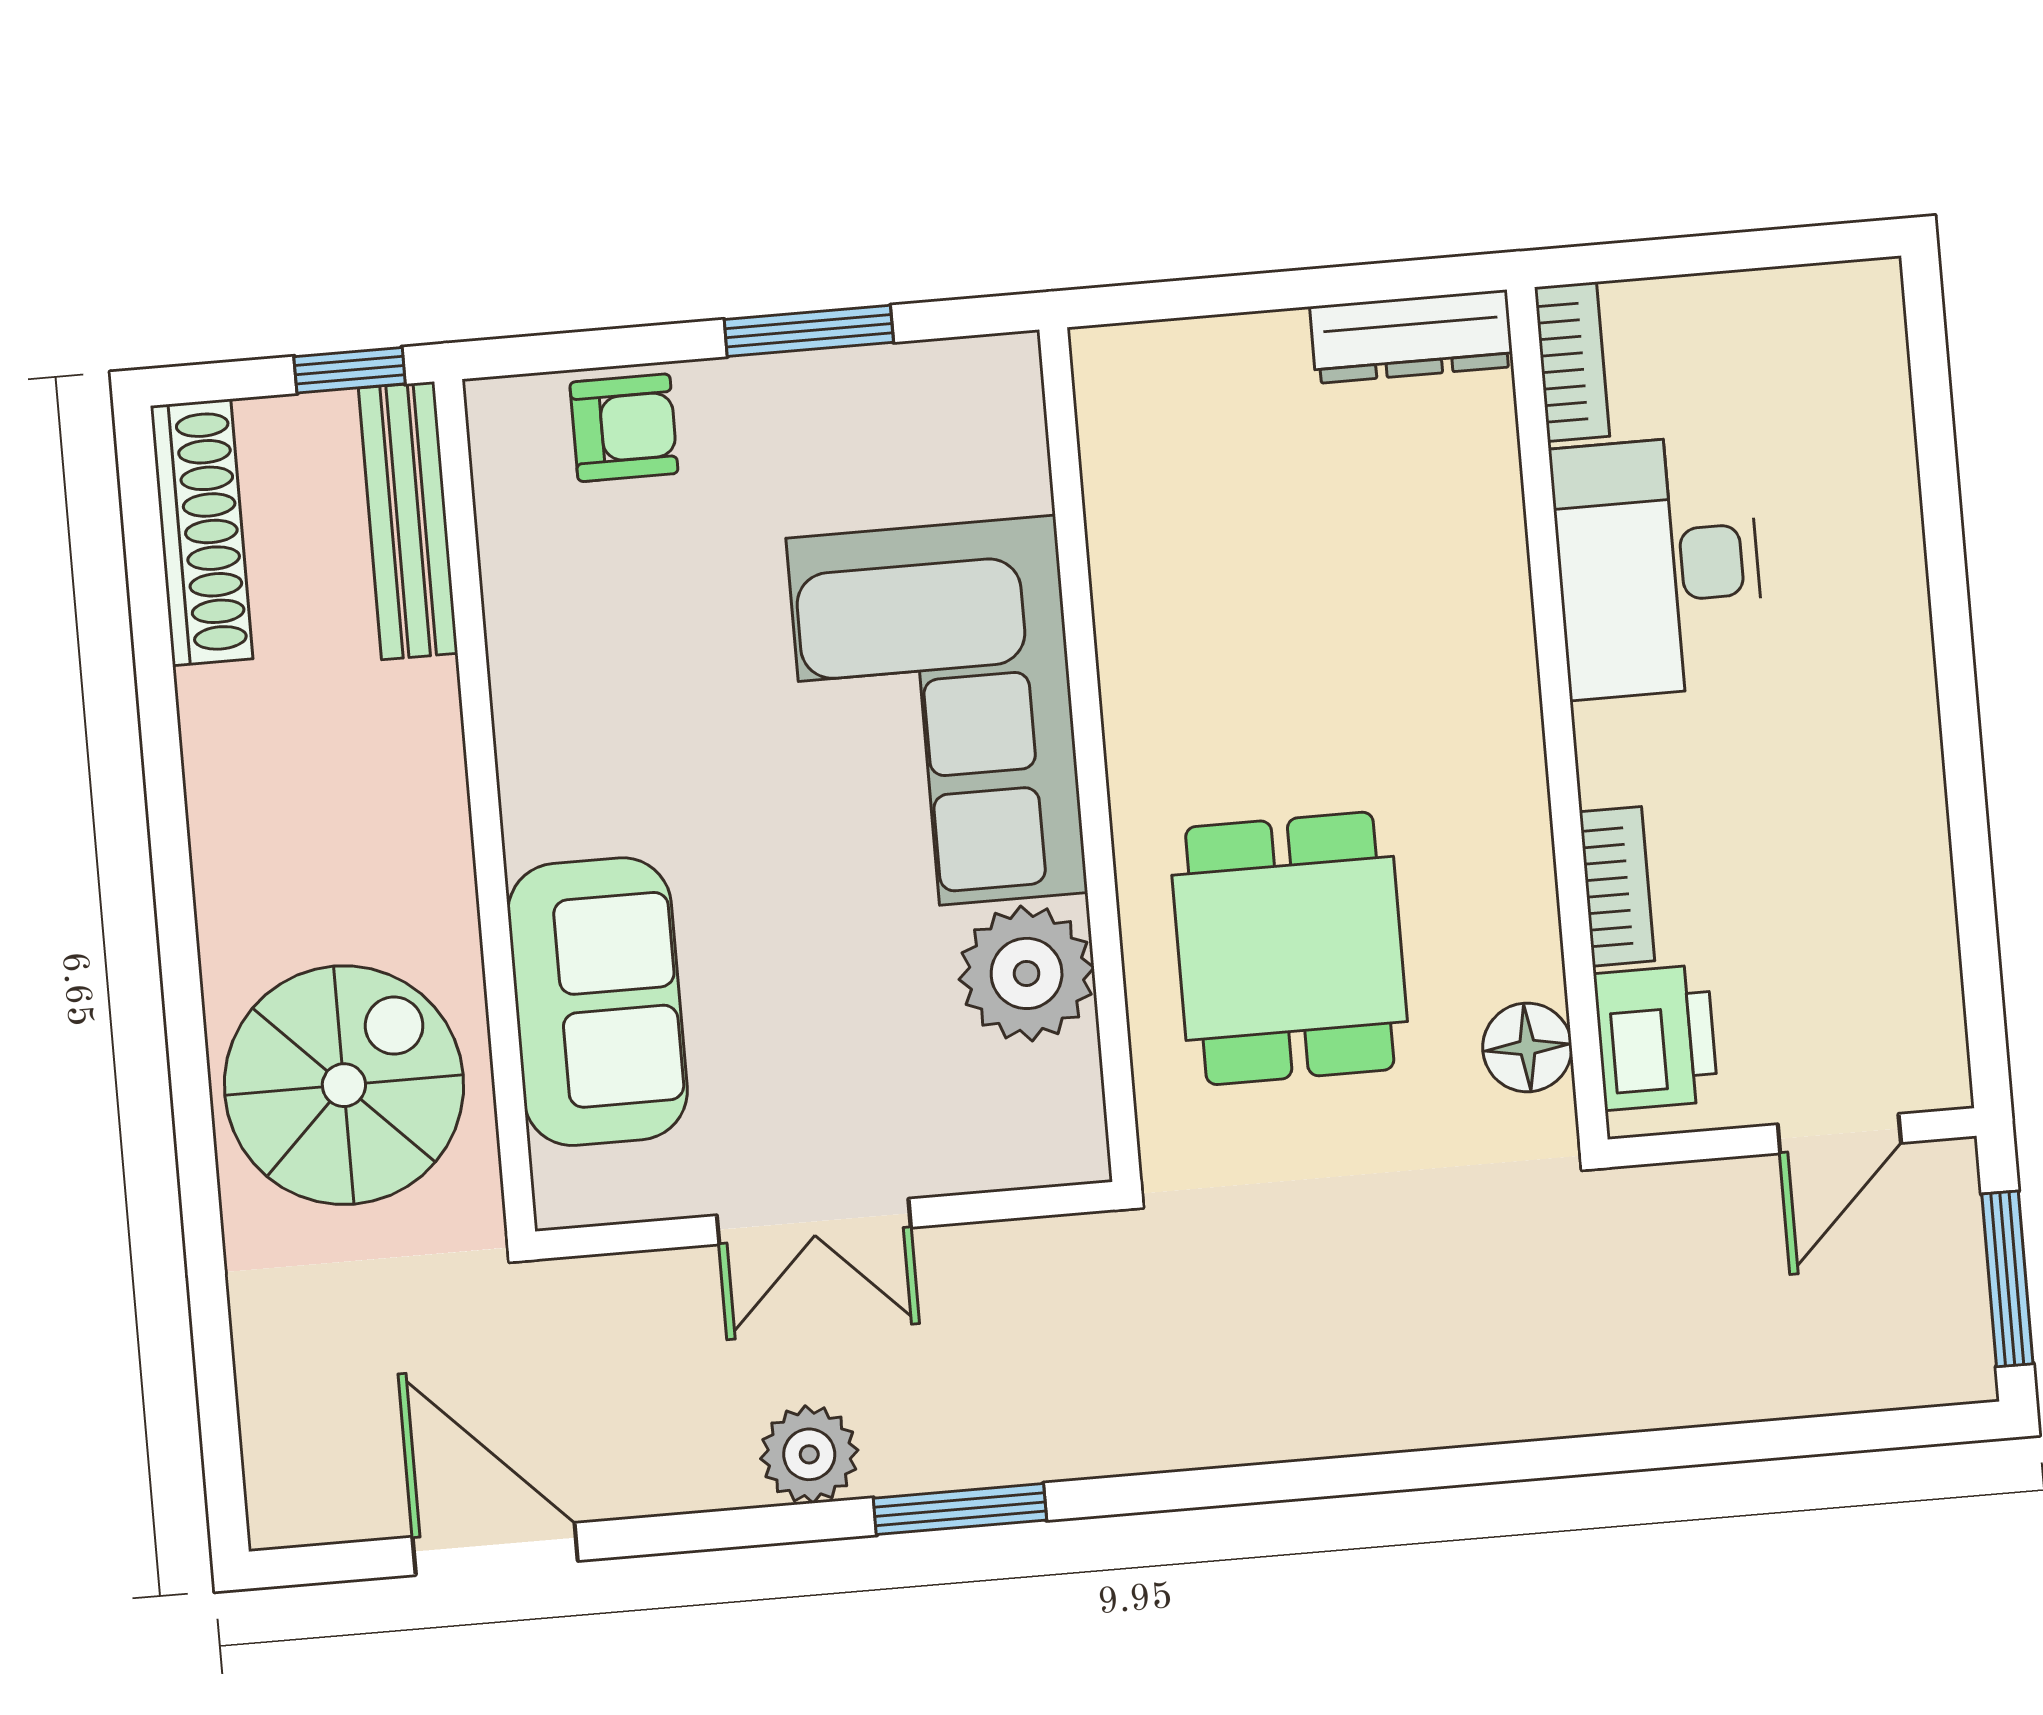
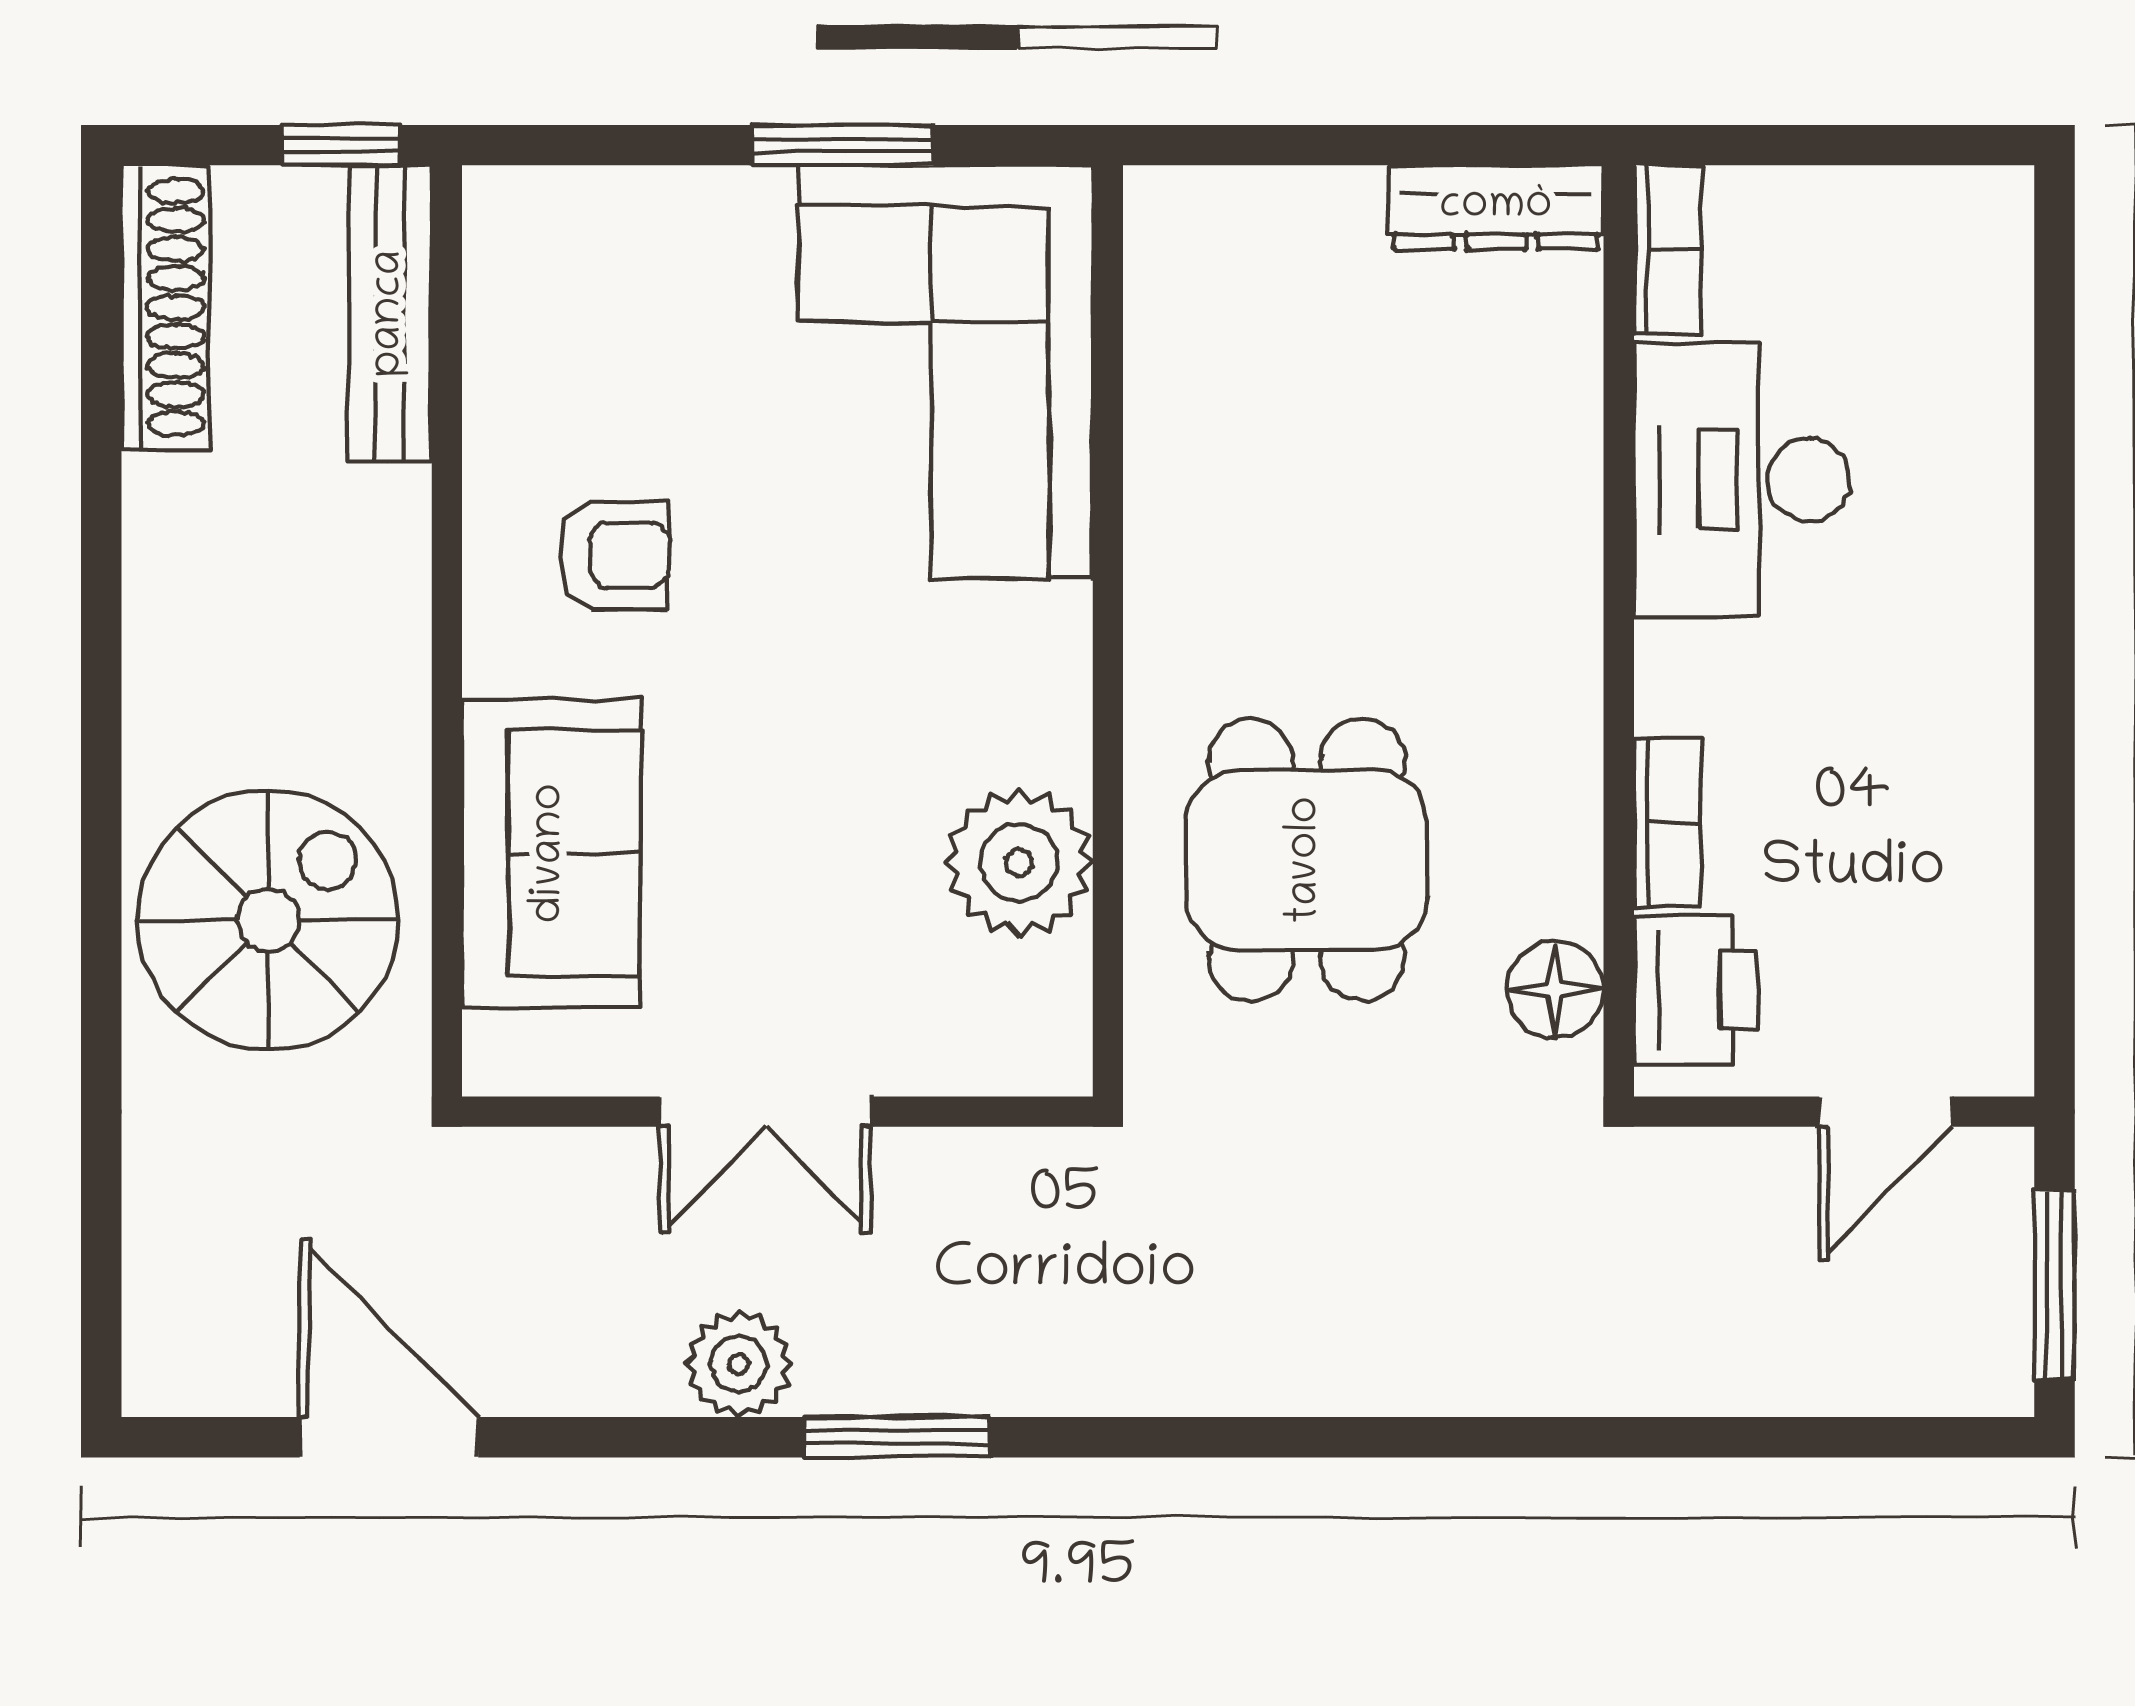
armchair: (624, 428) -> (614, 556), moved
corner sofa: (937, 715) -> (946, 371), moved

